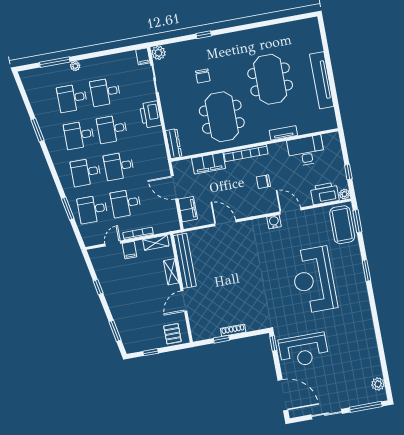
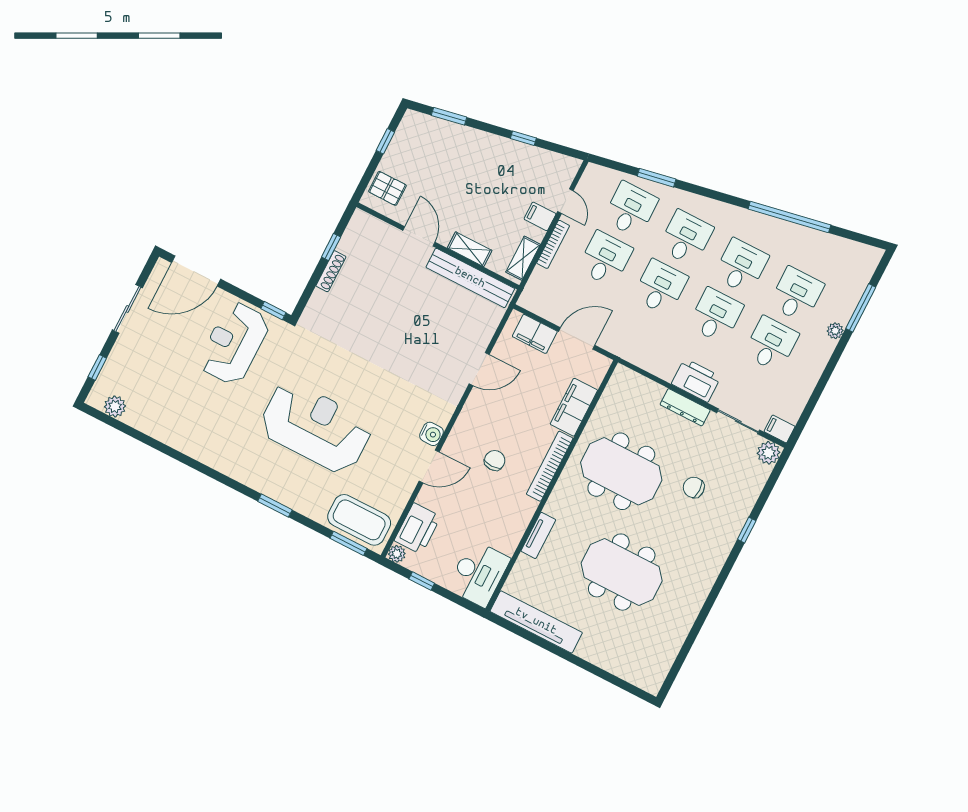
tv unit: (322, 80) -> (536, 622), moved
window: (37, 130) -> (789, 217), width x2.11
dresser: (174, 144) -> (685, 407), moved
desk: (306, 151) -> (479, 574), moved
window: (366, 407) -> (97, 367), width x0.46

